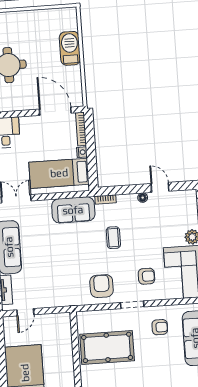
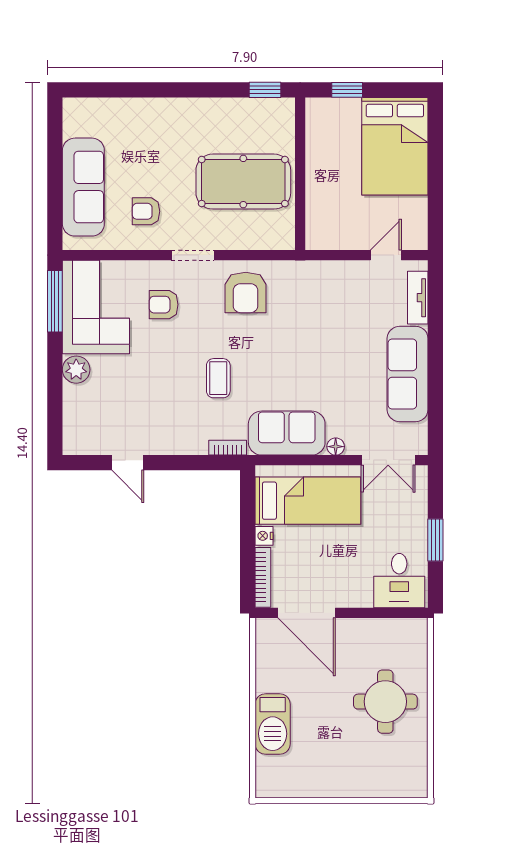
floor lamp: (143, 198) -> (336, 447), moved

